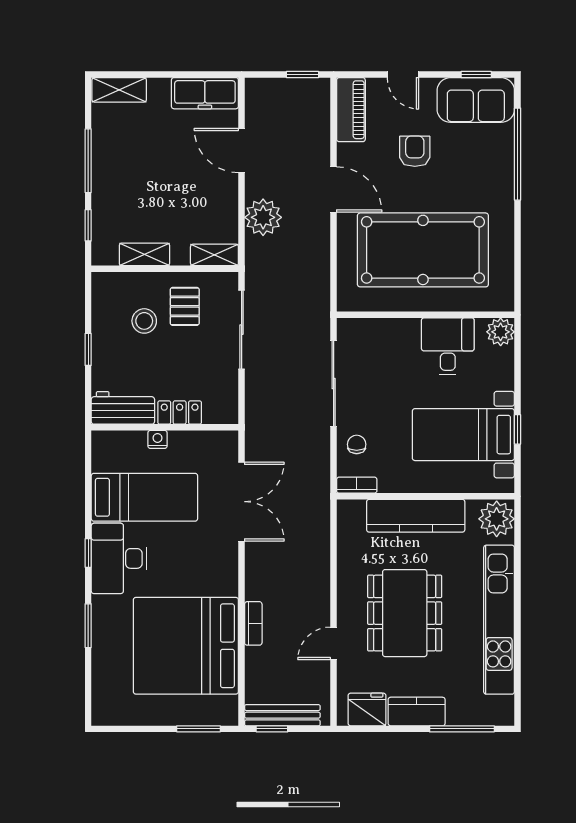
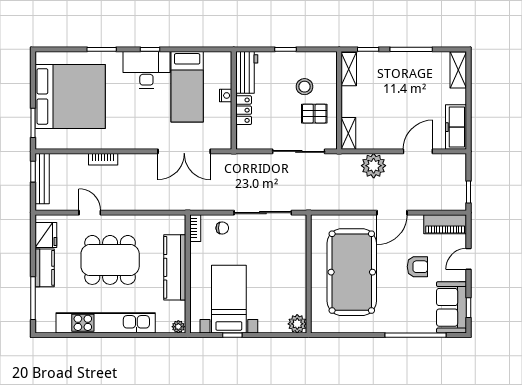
shelving: (144, 254) -> (349, 69), moved
desk: (448, 346) -> (288, 289), removed
plant: (497, 519) -> (178, 327), width x0.53, depth x0.53
bed: (186, 646) -> (70, 96), moved, turned 90

